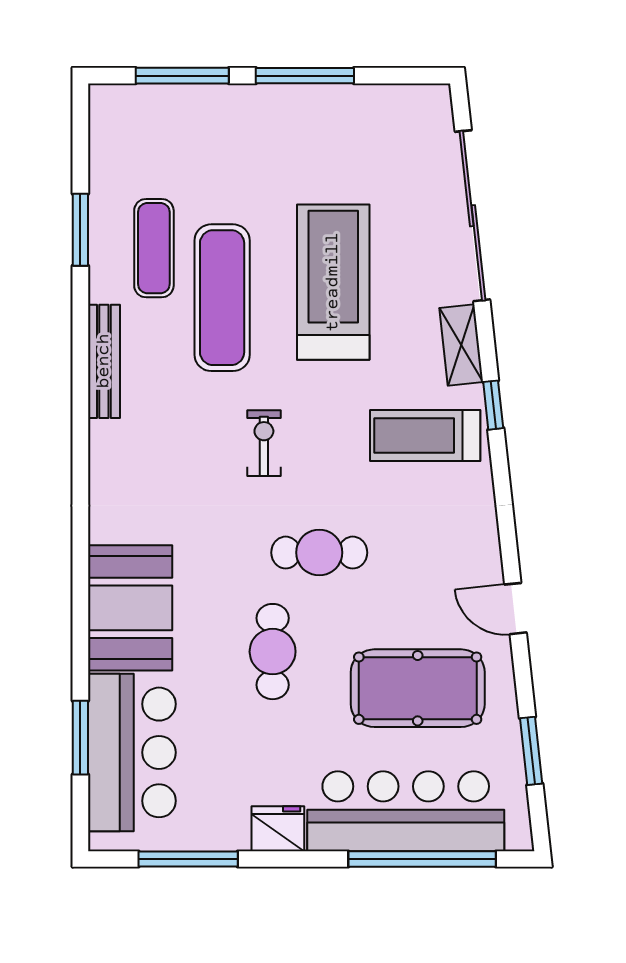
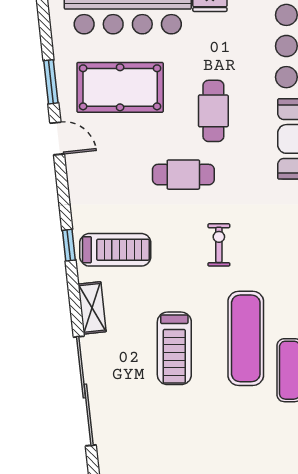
treadmill: (333, 282) -> (174, 348), width x0.73, depth x0.73
window: (493, 405) -> (69, 245), moved
exercise bike: (264, 443) -> (219, 245), turned 180
window: (531, 751) -> (51, 82), moved

